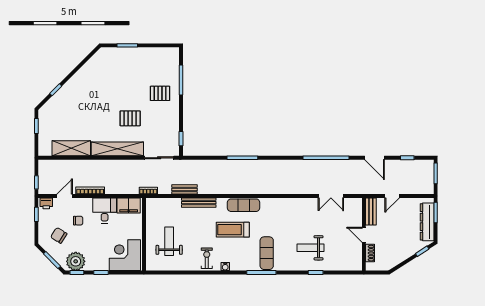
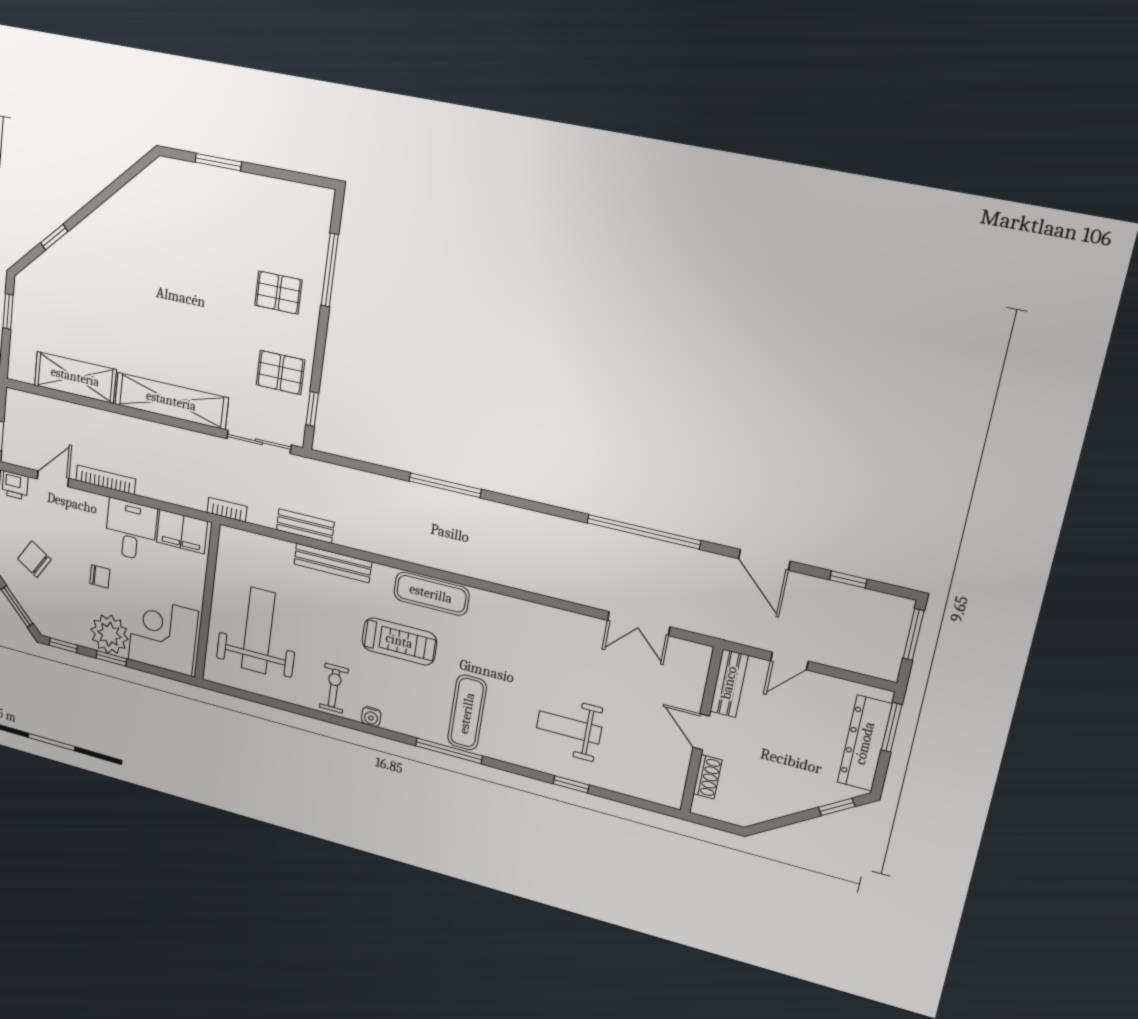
pallet: (130, 118) -> (280, 373), moved
chair: (78, 221) -> (100, 576), moved
treadmill: (233, 230) -> (399, 641), turned 180
weight bench: (169, 241) -> (258, 631), width x1.36, depth x1.33
plant: (76, 261) -> (109, 634), moved

